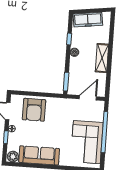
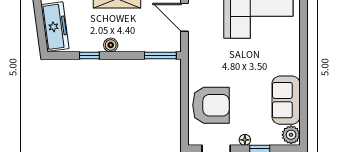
sofa: (39, 155) -> (286, 100), width x0.73

